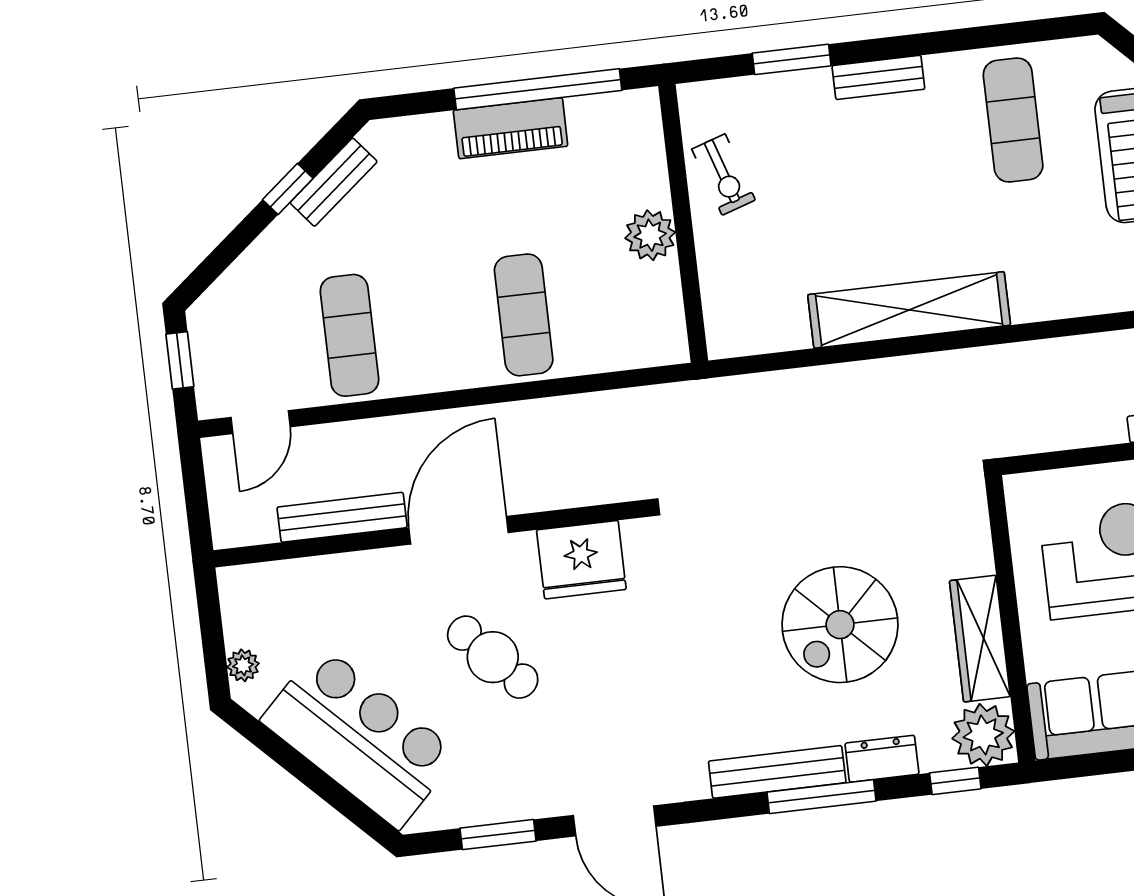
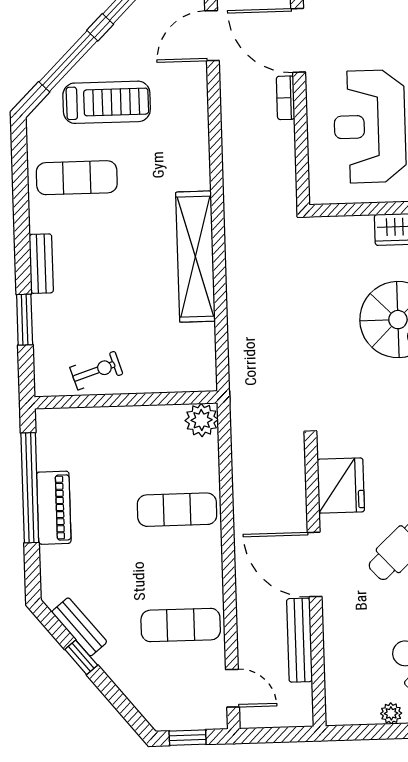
plant: (650, 235) -> (202, 420), moved

